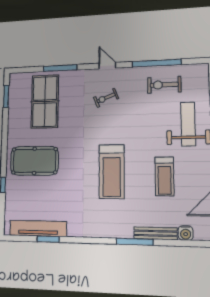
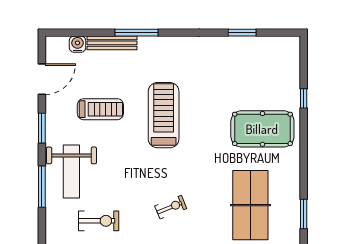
treadmill: (164, 176) -> (100, 109), turned 90
tv unit: (38, 228) -> (256, 45), removed

